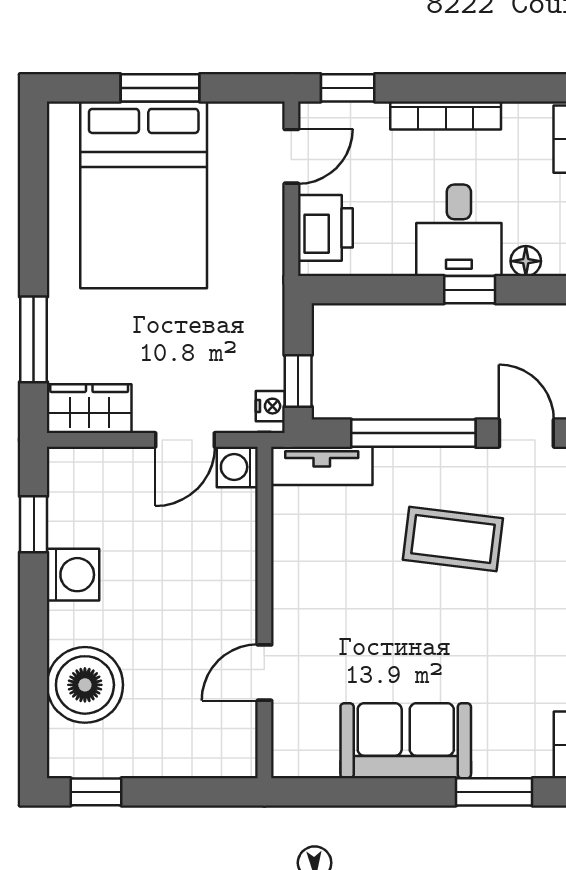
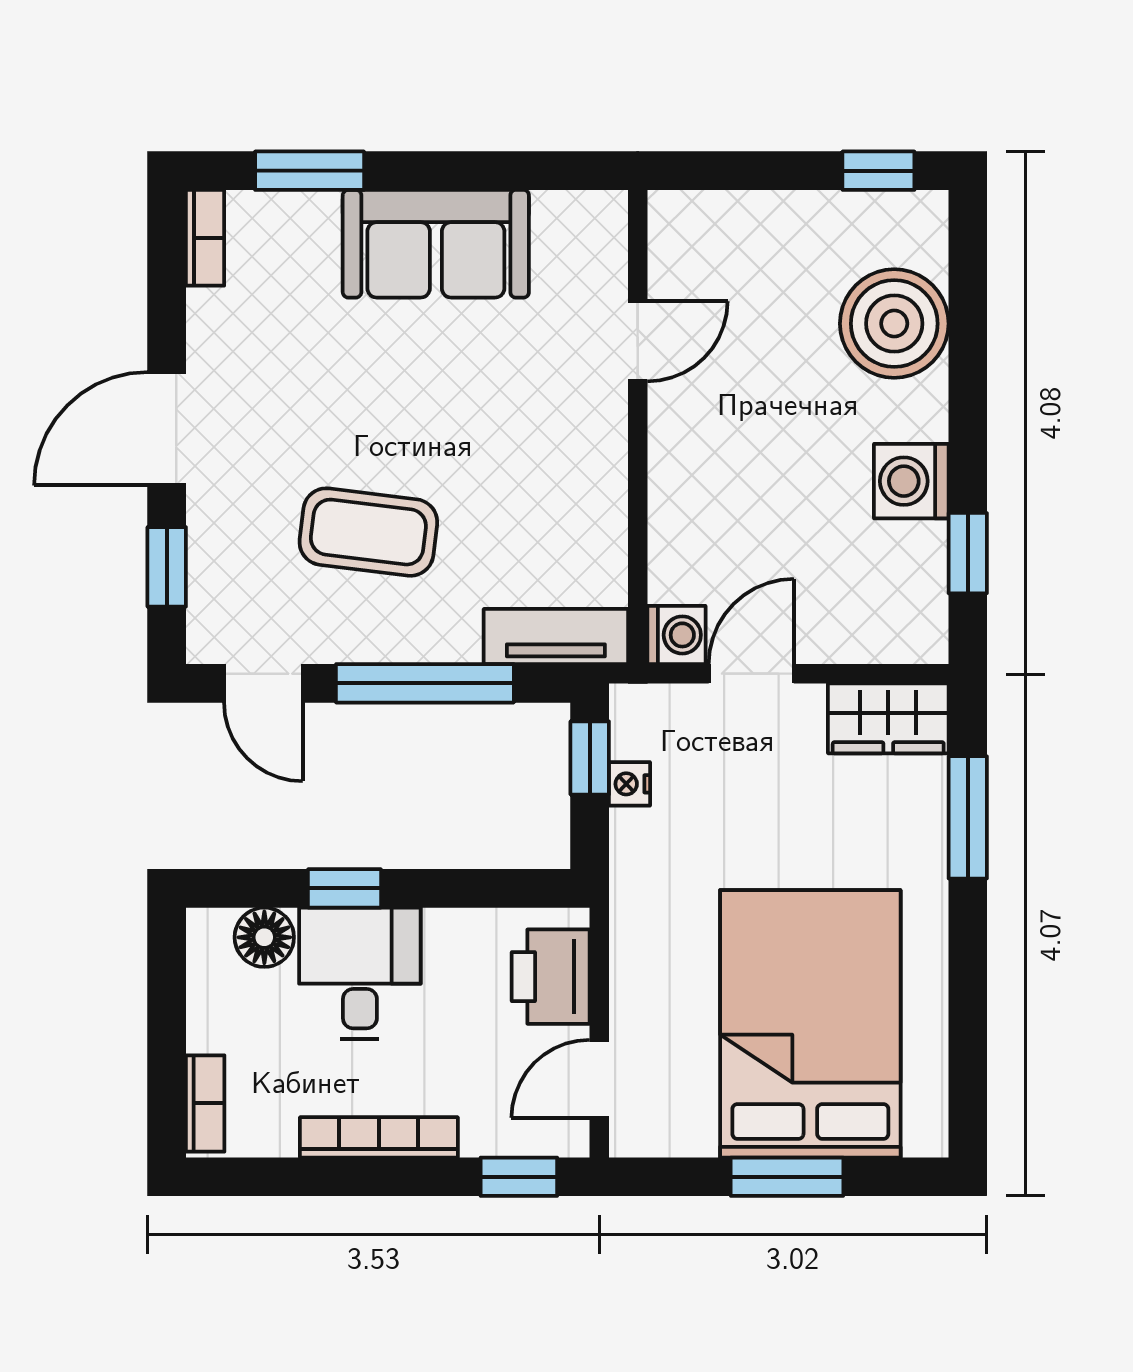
floor lamp: (526, 261) -> (264, 937), width x1.37, depth x1.37
nightstand: (270, 406) -> (629, 784), moved

